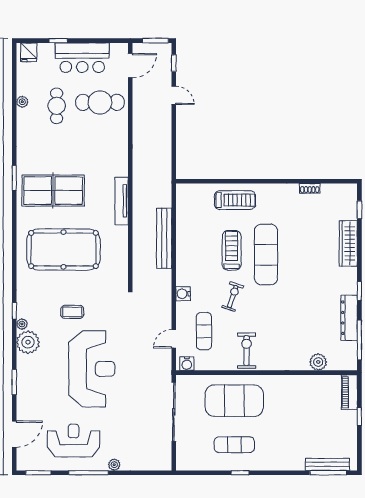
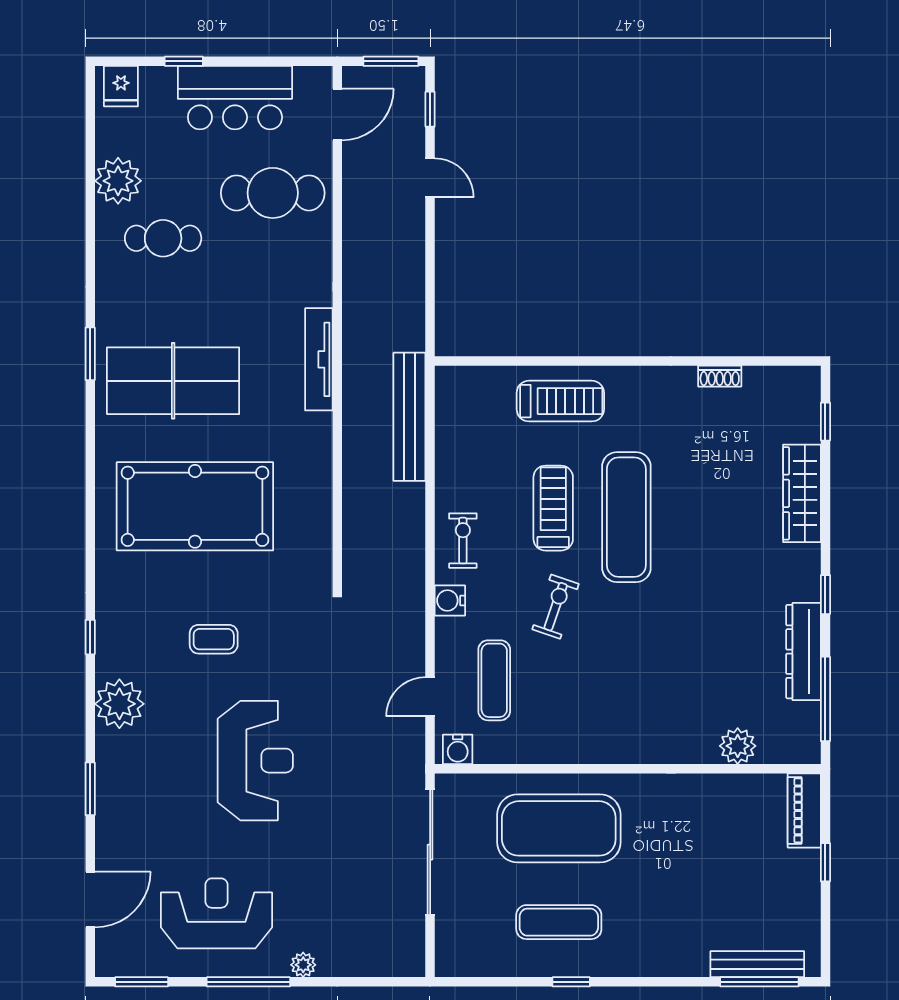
plant: (22, 102) -> (118, 181), width x1.87, depth x1.87
cafe table: (57, 106) -> (163, 238), moved, turned 90
tv unit: (122, 201) -> (319, 359), moved
bench: (164, 238) -> (409, 417), moved
plant: (22, 324) -> (107, 665), removed
exercise bike: (247, 351) -> (463, 541), moved, width x0.73, depth x0.72
reception desk: (92, 369) -> (255, 761), width x0.74, depth x0.77

